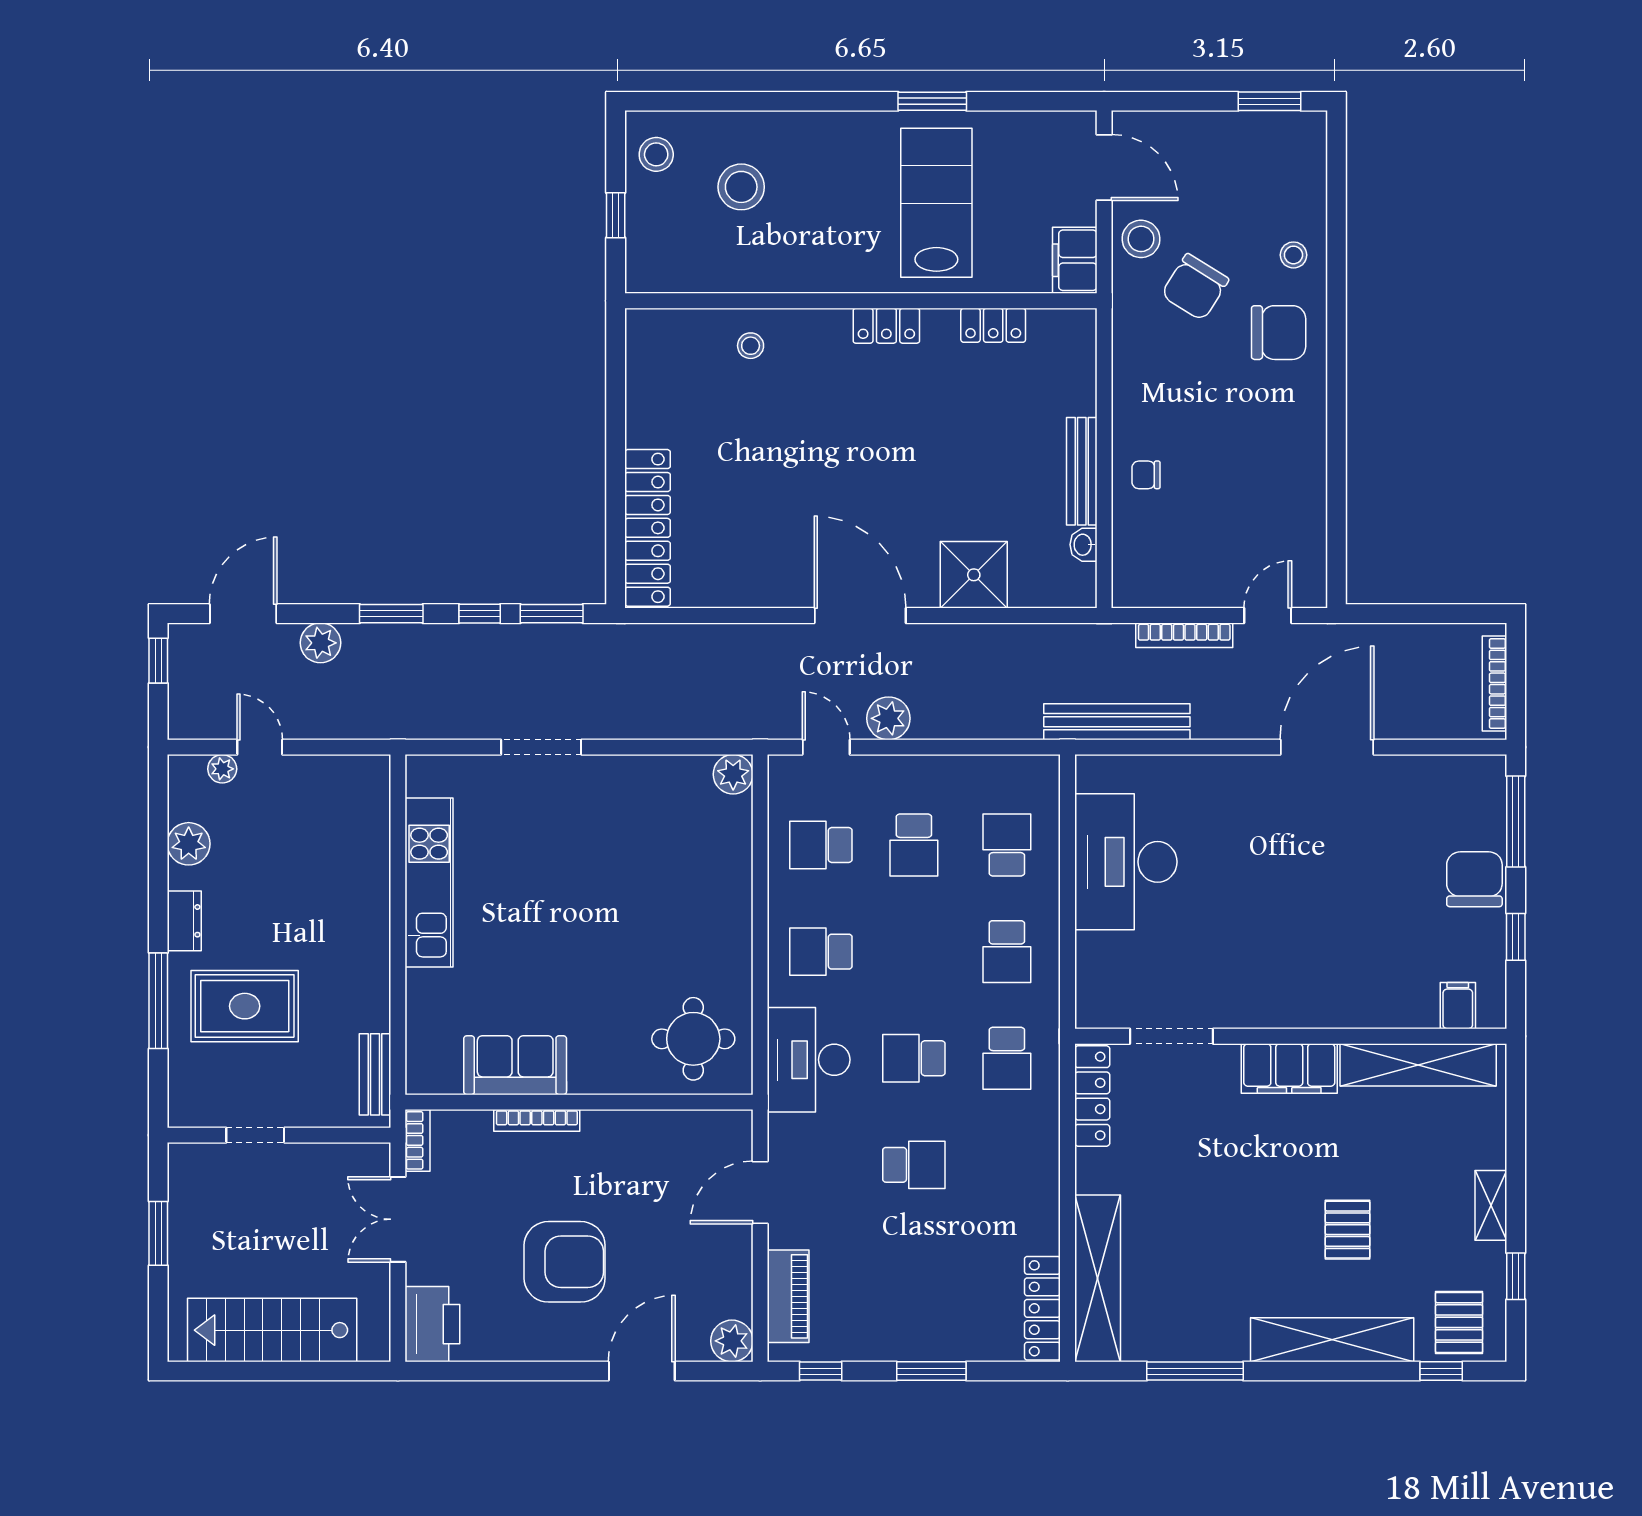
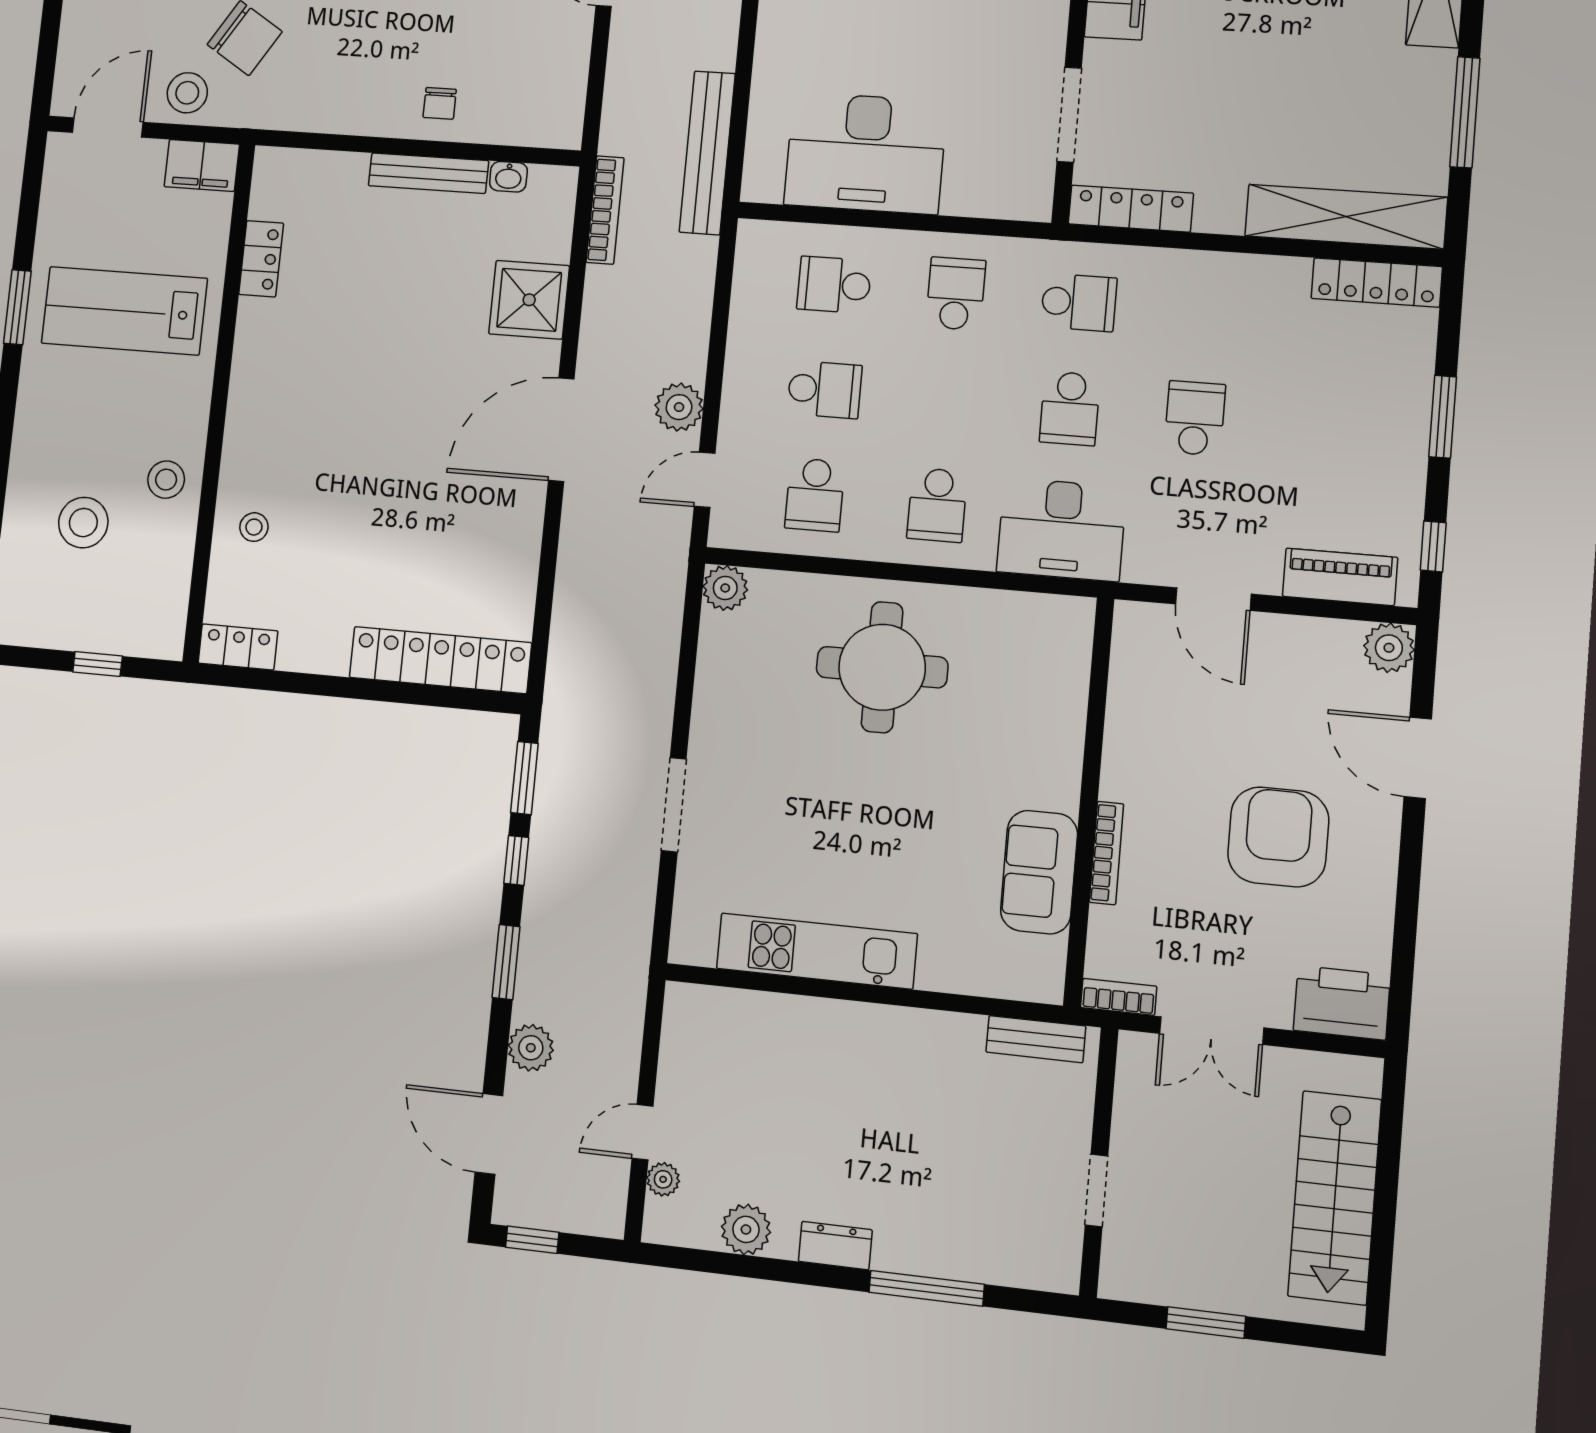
stool: (656, 154) -> (166, 480), moved
locker: (886, 326) -> (238, 647), moved, turned -90
bookcase: (1184, 635) -> (605, 210), moved
school desk: (1007, 952) -> (956, 294), turned -90
rug: (245, 1006) -> (942, 1185), removed
round table: (693, 1039) -> (882, 667), moved, width x1.36, depth x1.36

